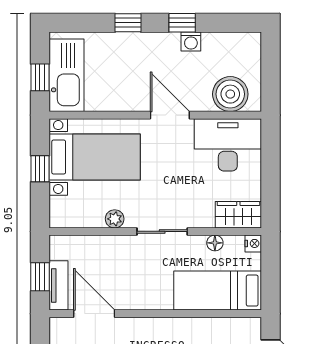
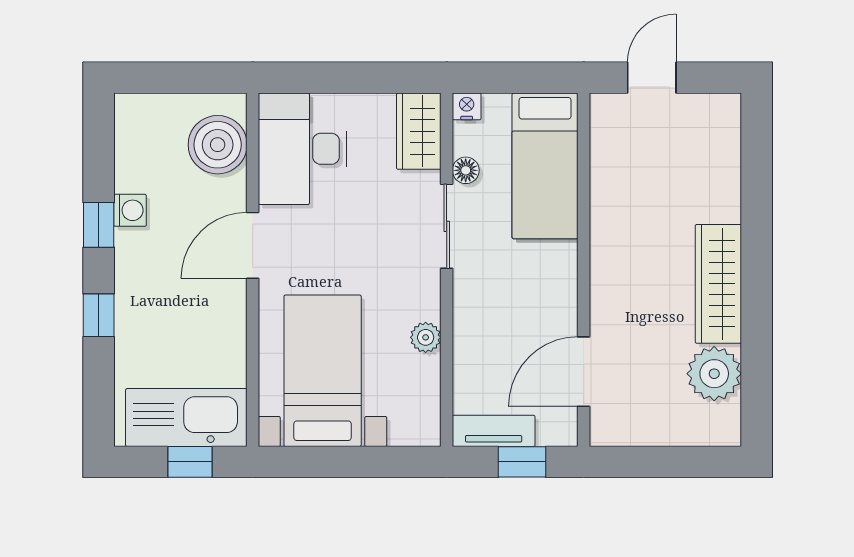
window: (40, 169) -> (342, 462), removed
sliding door: (162, 231) -> (447, 226), moved
tv unit: (59, 285) -> (494, 431), moved

